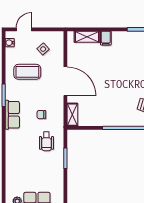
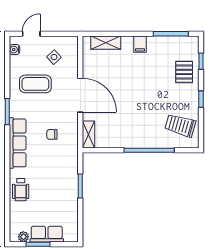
filing cabinet: (106, 38) -> (140, 44), moved
row of seats: (12, 115) -> (18, 143), width x1.48
wheelchair: (46, 141) -> (21, 190), moved

